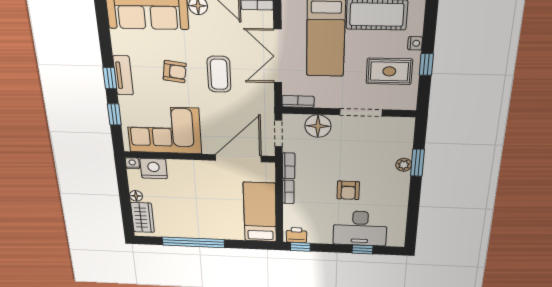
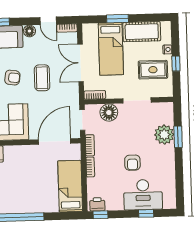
plant: (404, 165) -> (164, 135), width x1.88, depth x1.88

